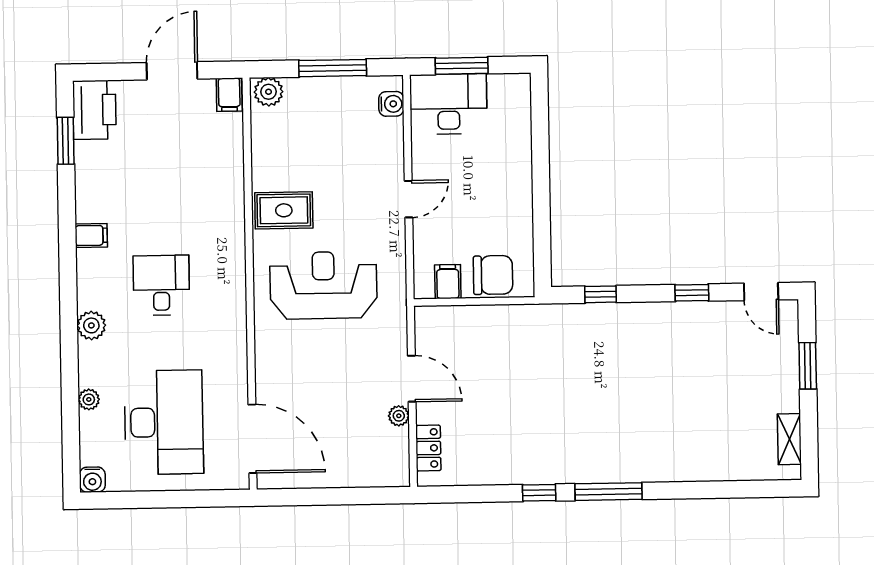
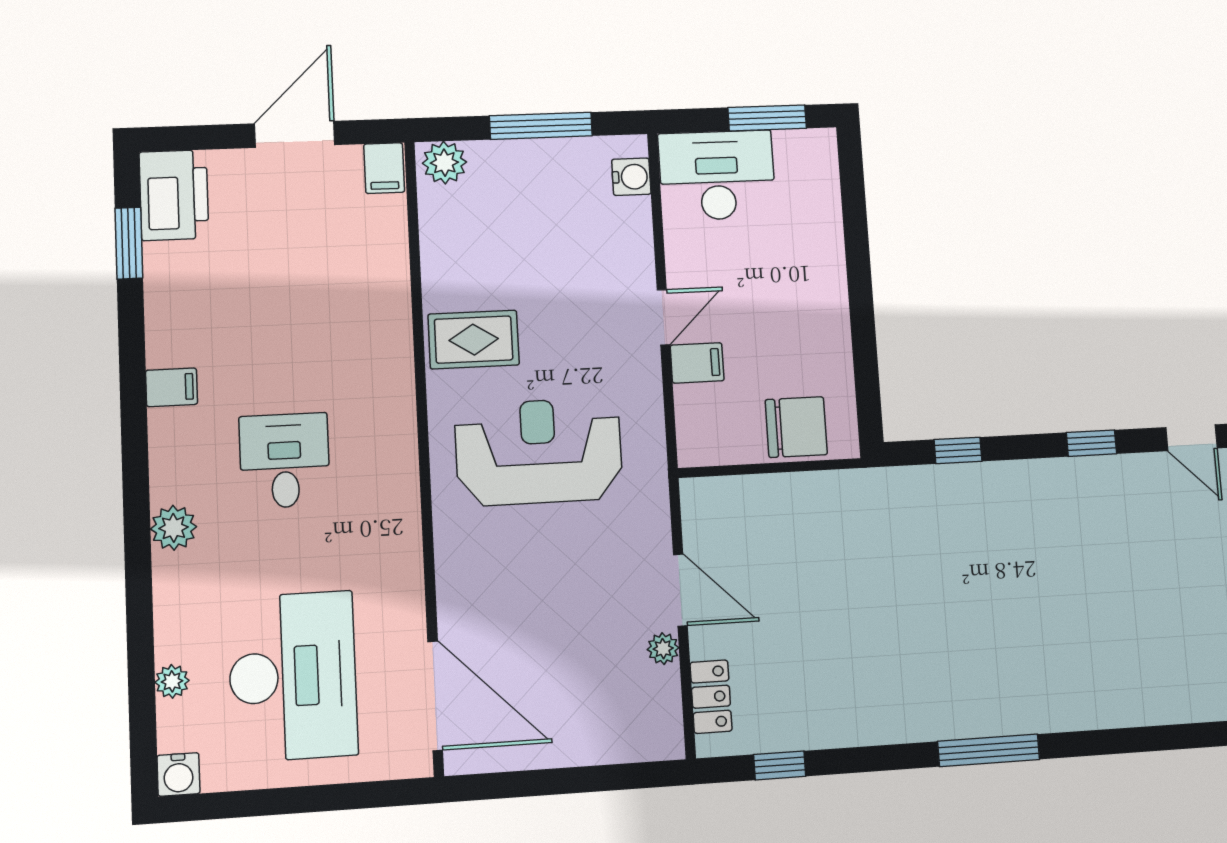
window: (462, 66) -> (767, 118), moved
filing cabinet: (448, 282) -> (697, 363), moved, turned 90
plant: (89, 399) -> (172, 681), moved
window: (539, 493) -> (780, 765), moved

